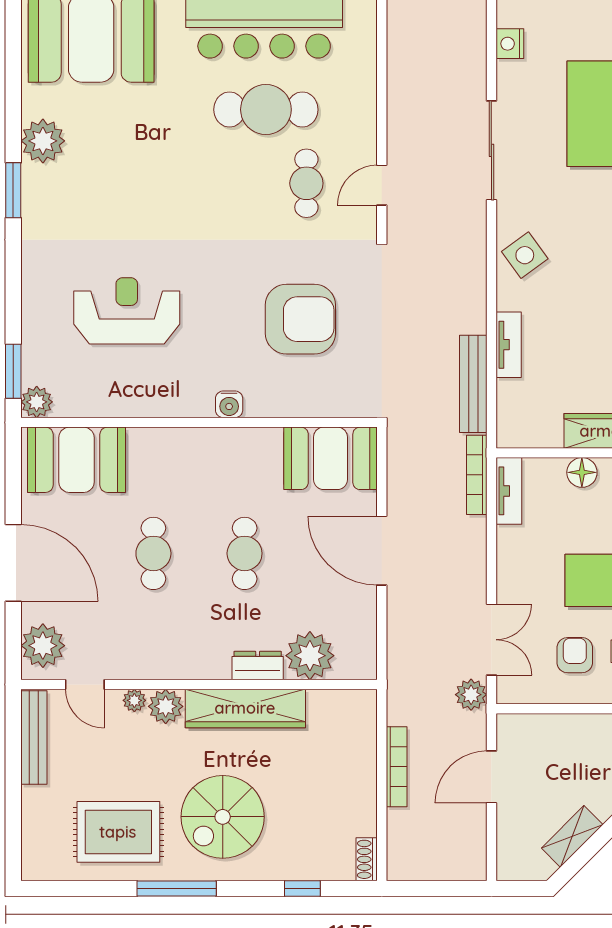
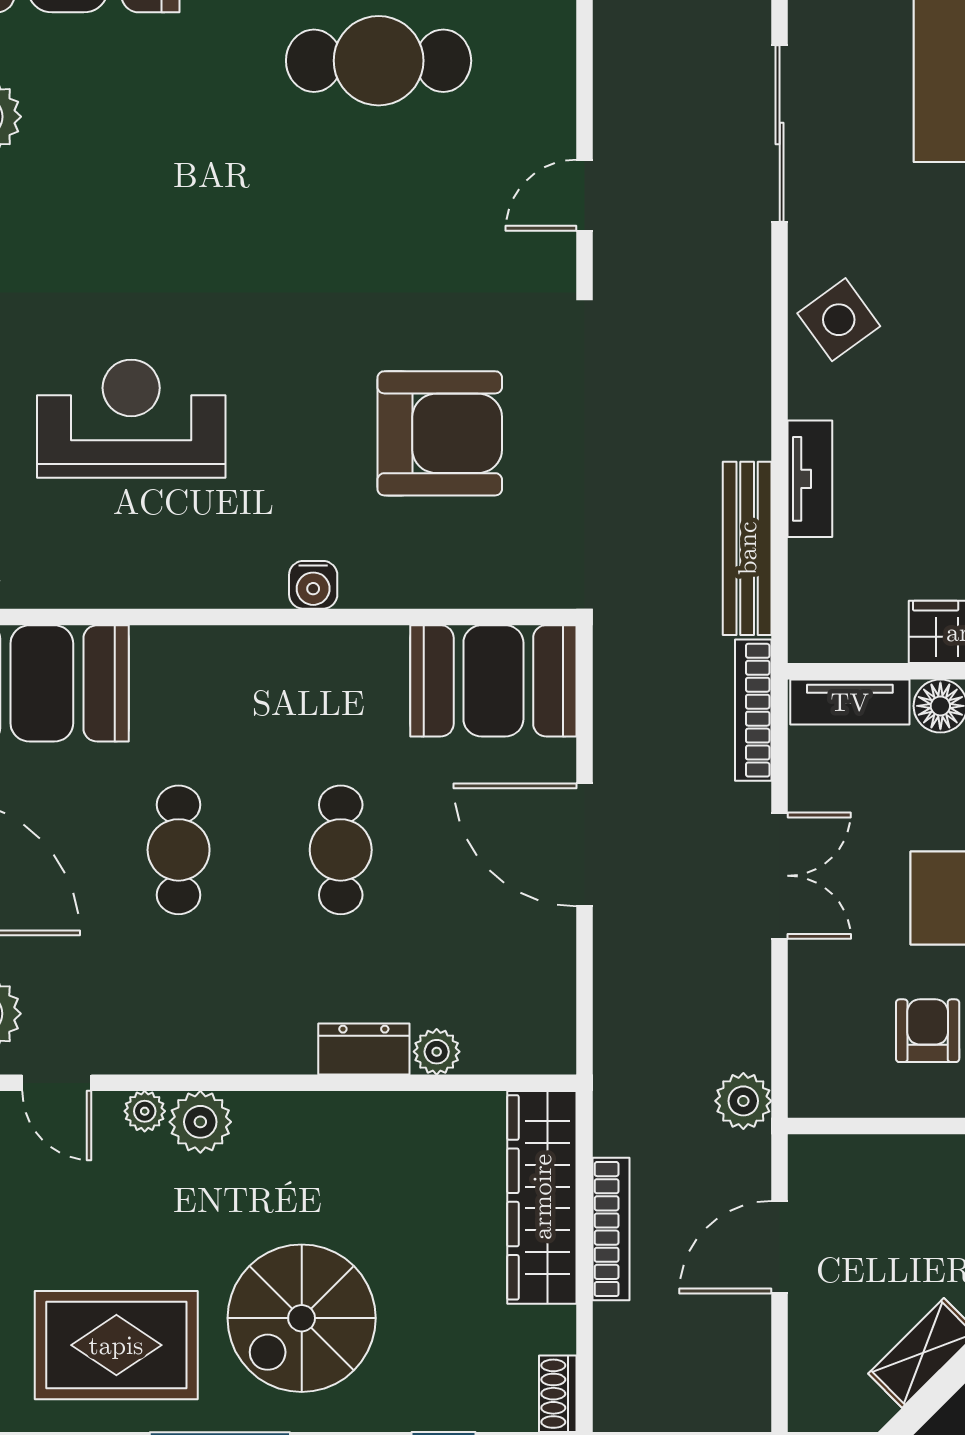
cafe table: (306, 183) -> (451, 192), removed
tv unit: (509, 491) -> (850, 702), moved, turned 90
double door: (491, 640) -> (780, 876), moved
plant: (310, 656) -> (437, 1052), width x0.53, depth x0.53
wardrobe: (245, 708) -> (542, 1197), moved, turned 90

